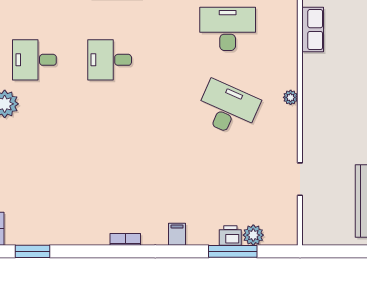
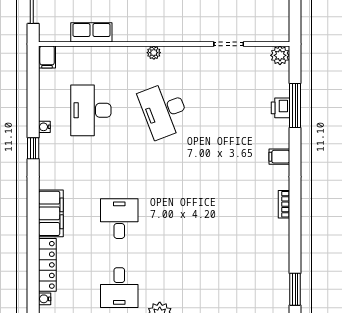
desk: (110, 60) -> (119, 219), turned 180
desk: (228, 109) -> (164, 110), turned -45
plant: (253, 235) -> (280, 55), moved

